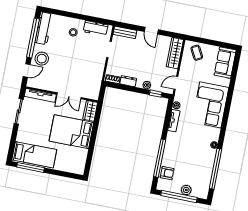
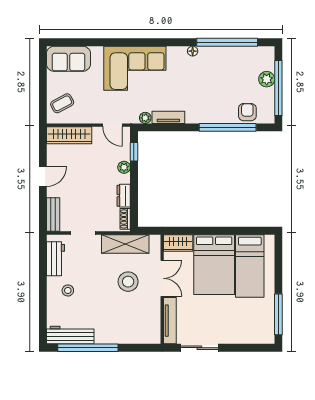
stool: (42, 59) -> (128, 282), moved
door: (27, 71) -> (137, 348), removed
shelving: (96, 76) -> (125, 244), added
bed: (34, 155) -> (250, 266), moved, turned 180

